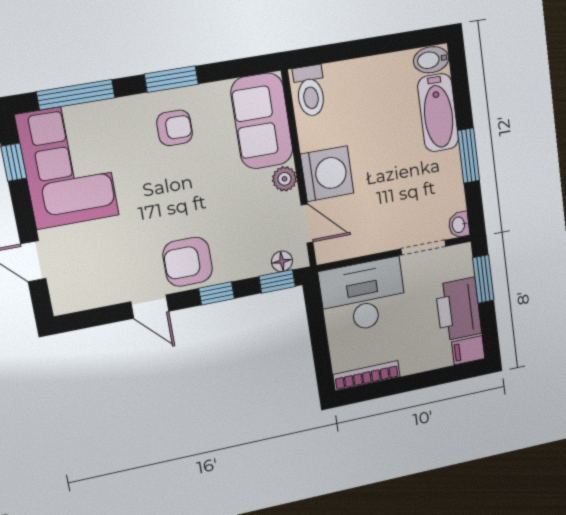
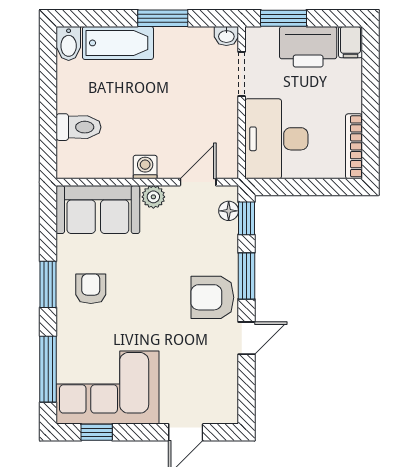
toilet: (310, 91) -> (78, 127), moved
washing machine: (327, 174) -> (145, 167), width x0.53, depth x0.53
armchair: (188, 262) -> (212, 297), turned 90
window: (217, 293) -> (246, 276), width x1.50

